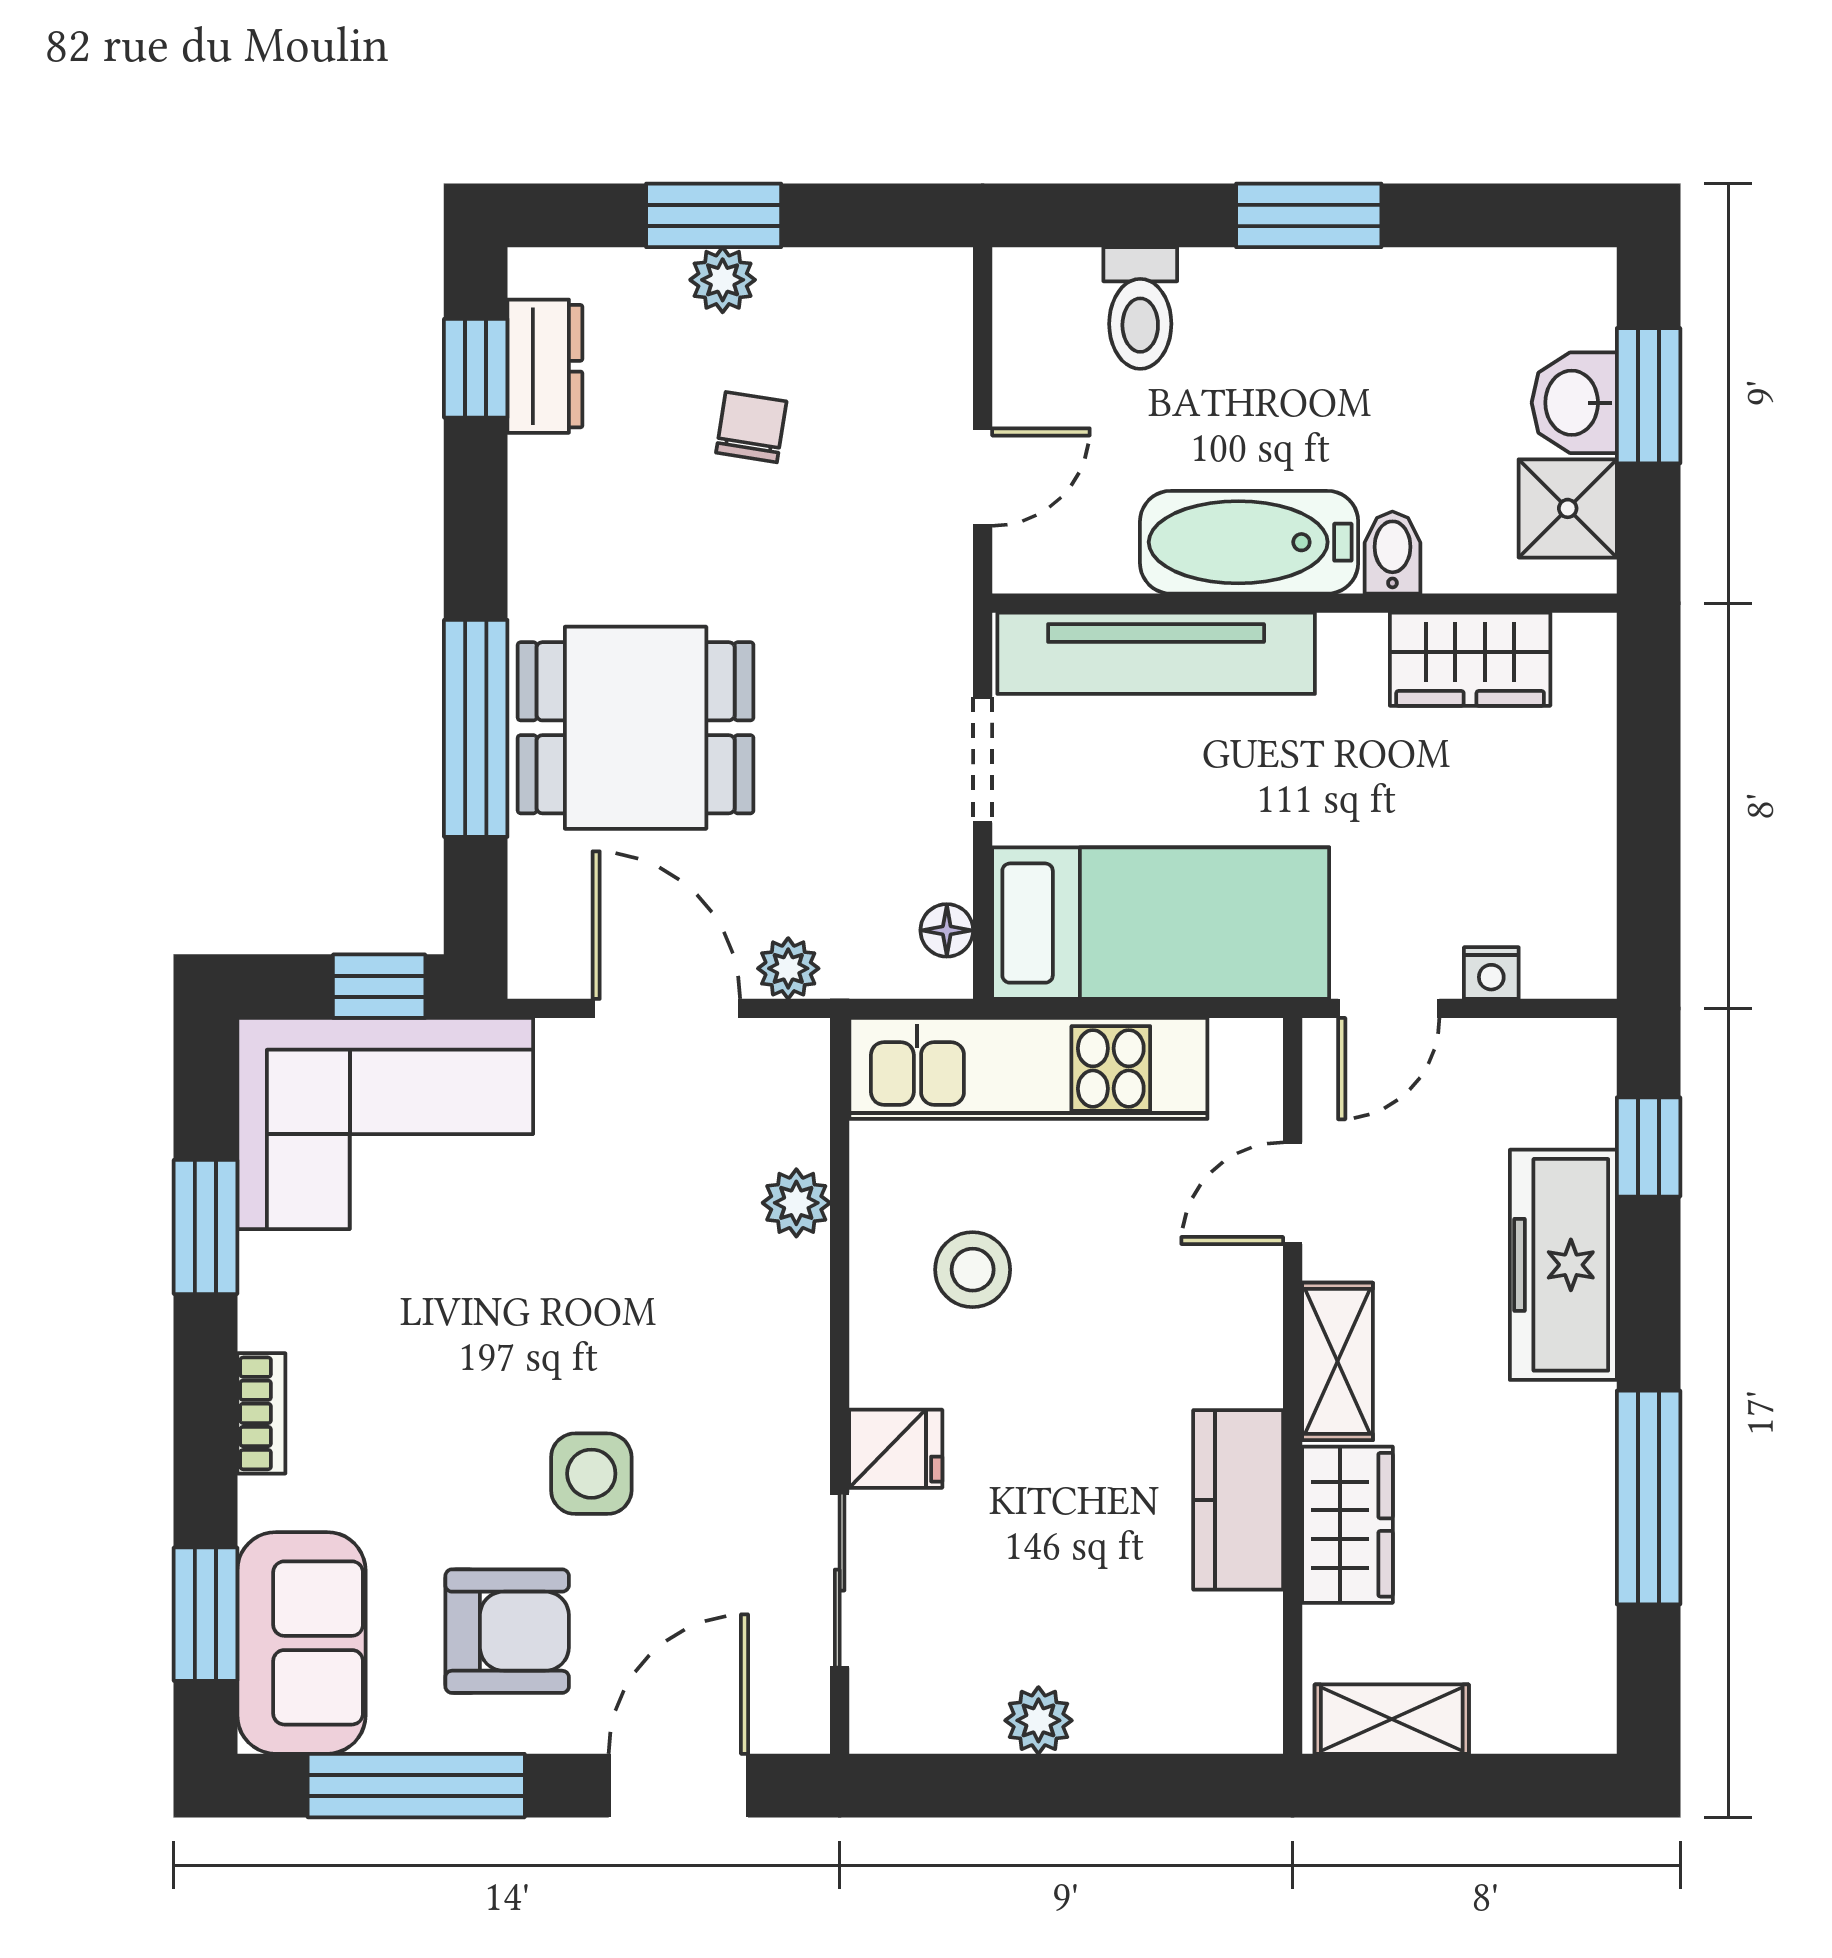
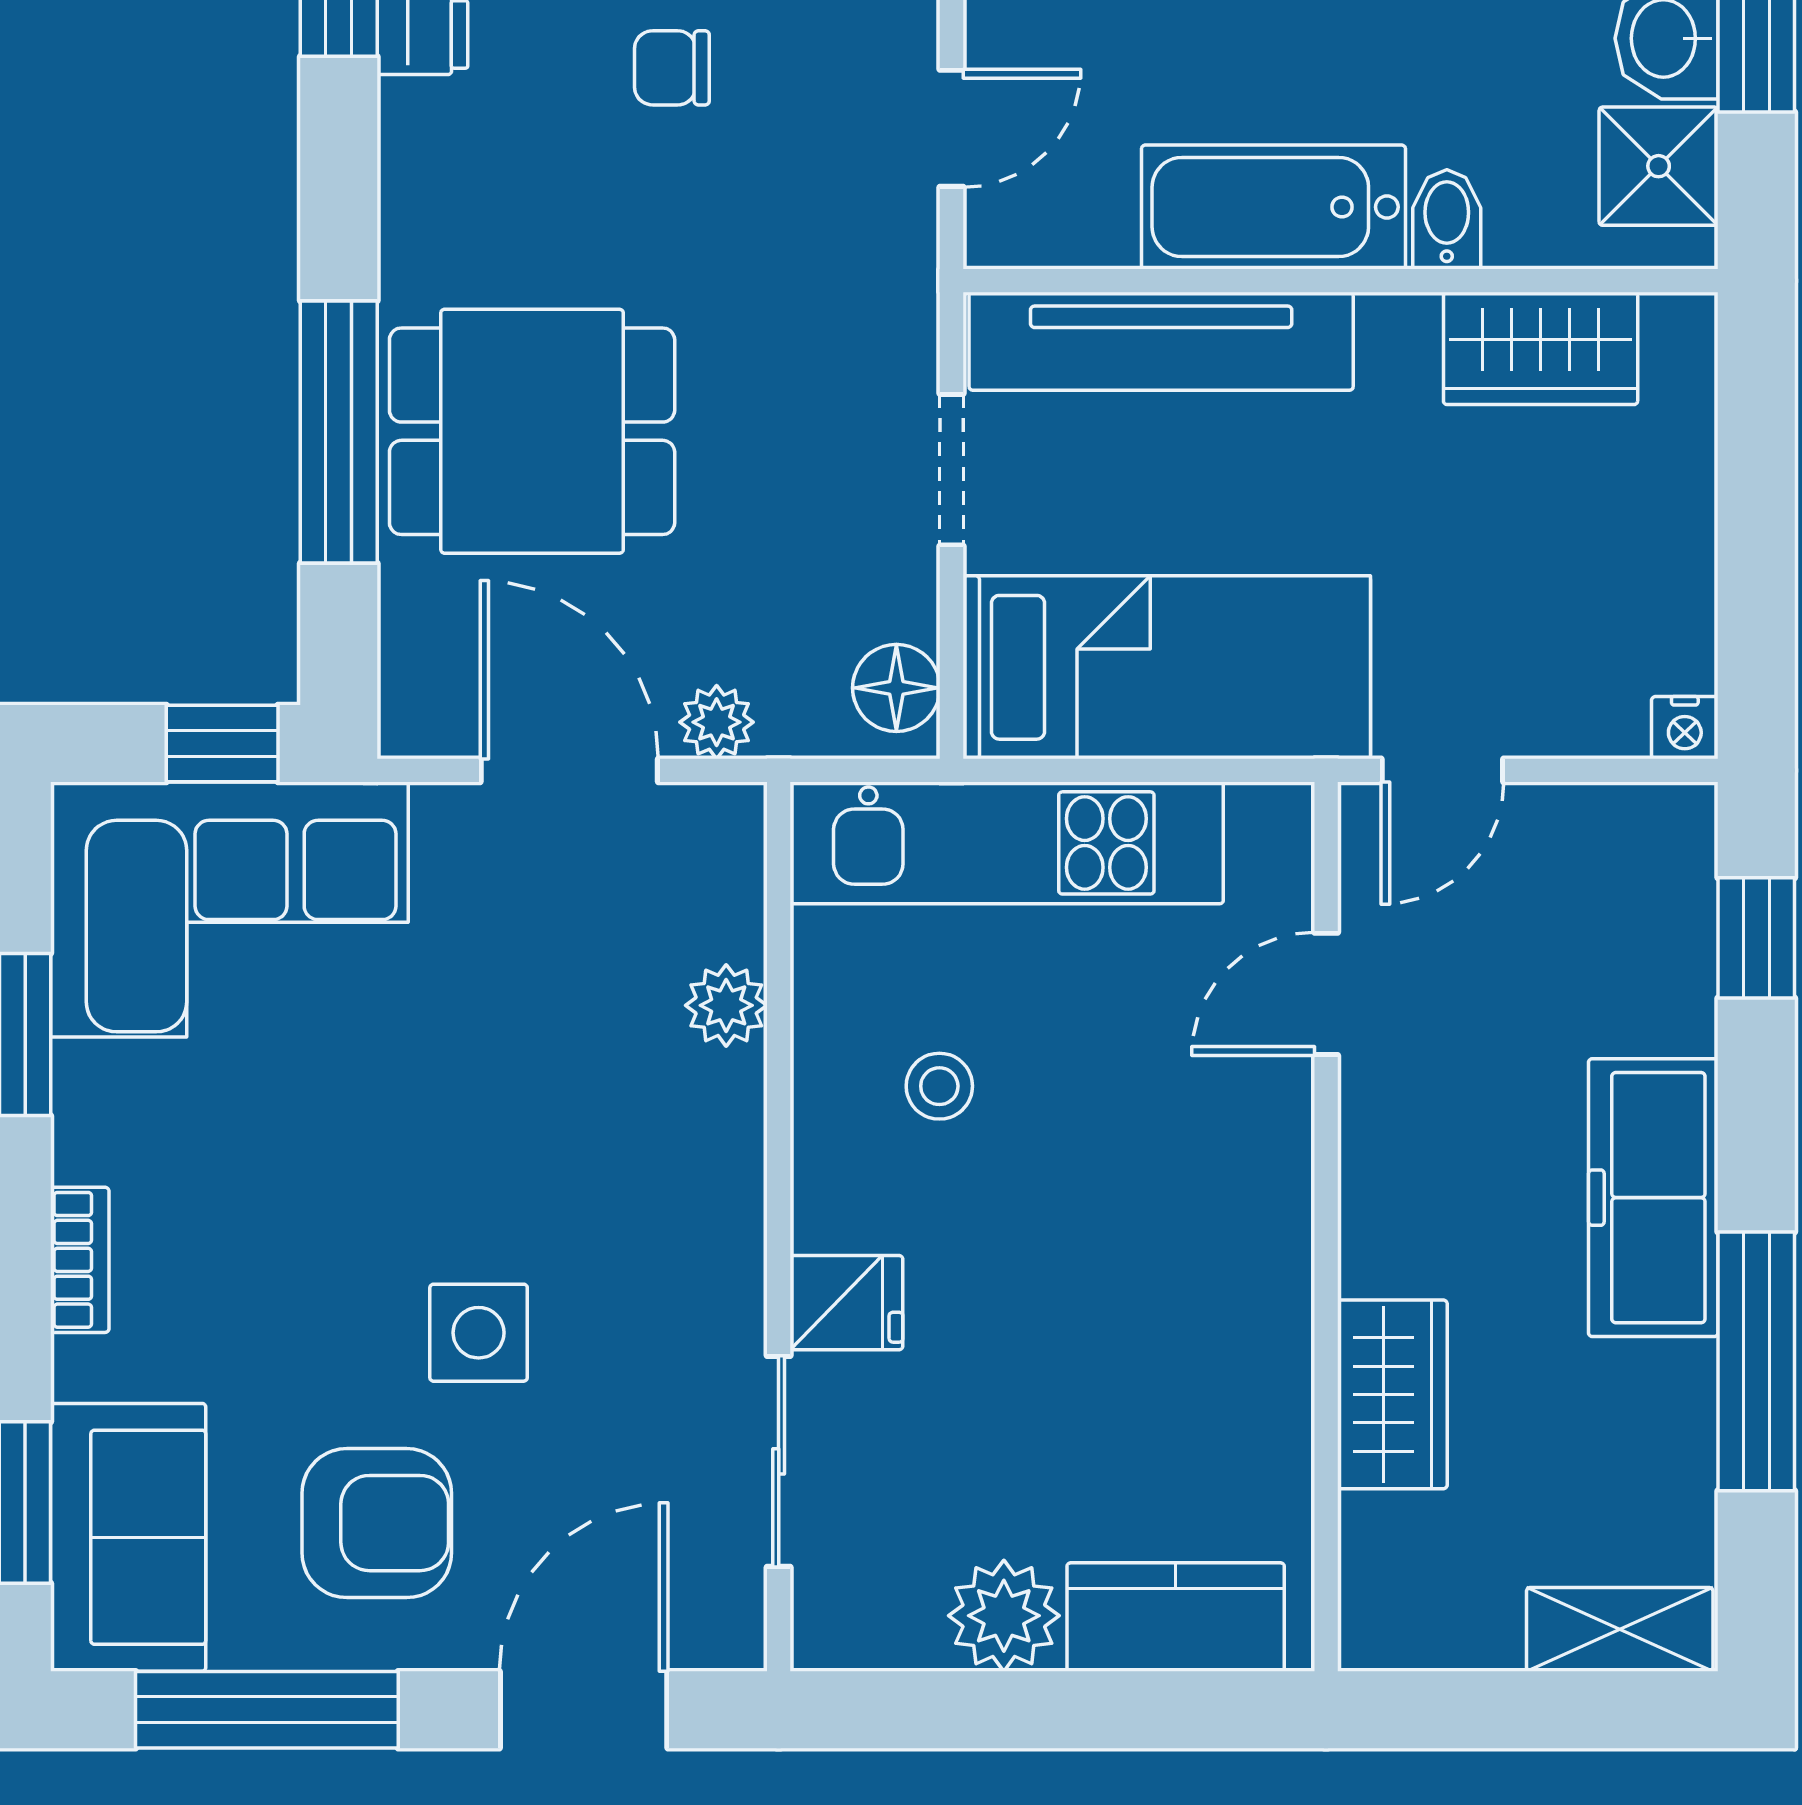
chair: (751, 427) -> (672, 68), turned -99
floor lamp: (947, 930) -> (896, 688), width x1.37, depth x1.37
nightstand: (1491, 973) -> (1685, 728), moved
freezer: (1563, 1265) -> (1653, 1198), moved
stool: (973, 1270) -> (939, 1086), width x0.73, depth x0.73
shelving: (1338, 1361) -> (1380, 1197), removed
kitchen counter: (1238, 1500) -> (1176, 1617), moved, turned 90
shelving: (1392, 1719) -> (1620, 1629), moved
plant: (1038, 1720) -> (1004, 1616), width x1.38, depth x1.38

